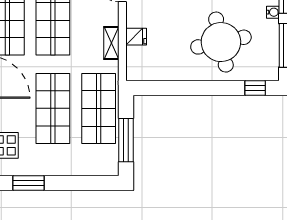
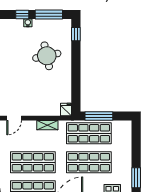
fridge: (136, 37) -> (66, 110), moved
round table: (221, 42) -> (47, 56), width x0.73, depth x0.73
window: (126, 140) -> (99, 116), moved

